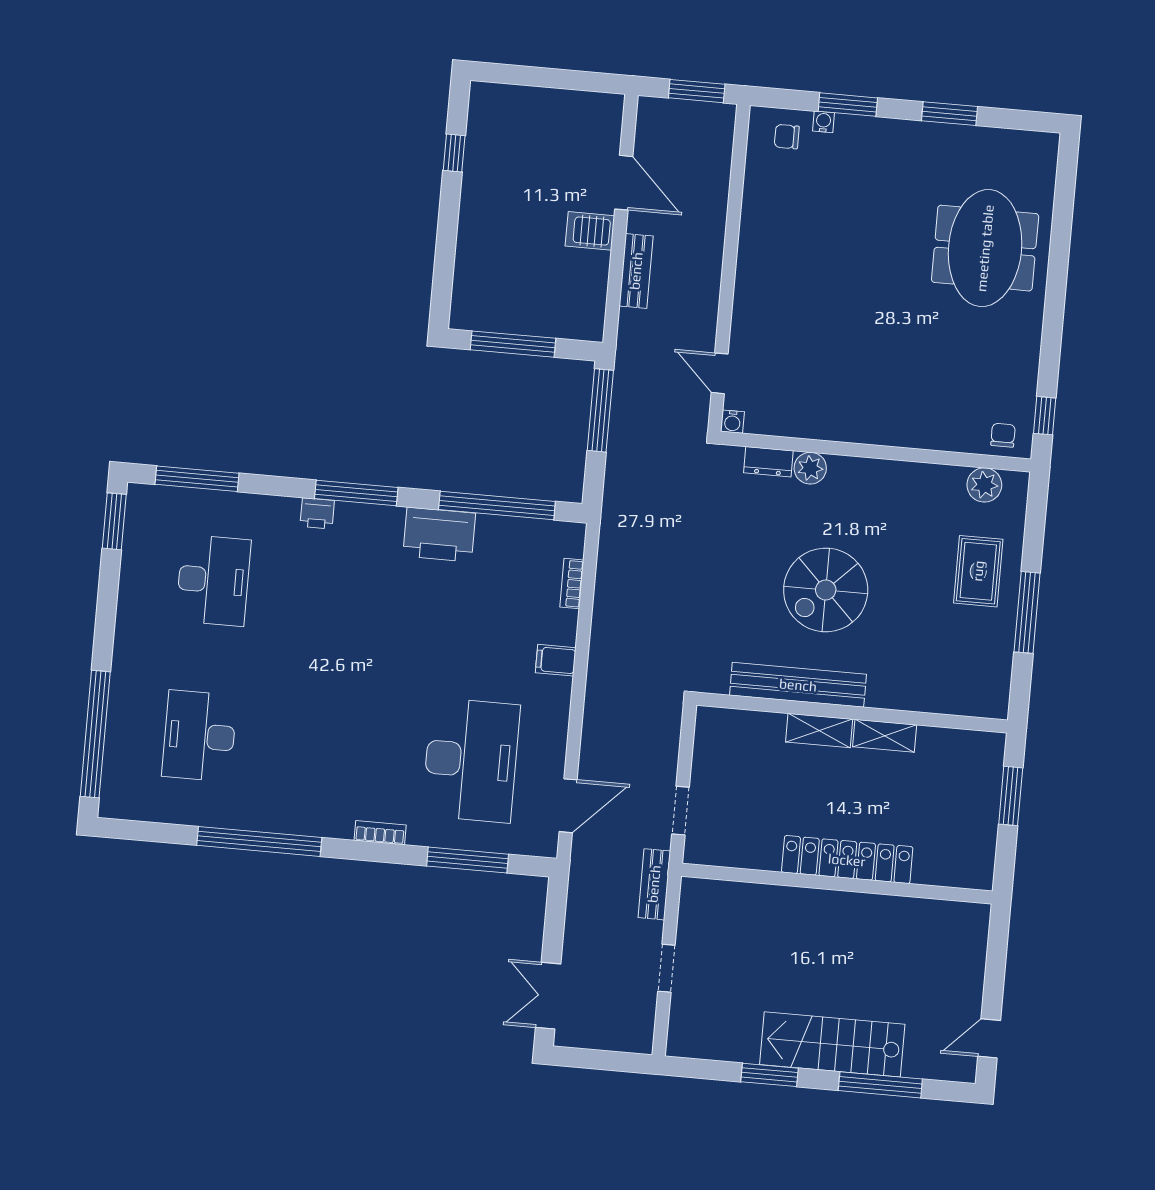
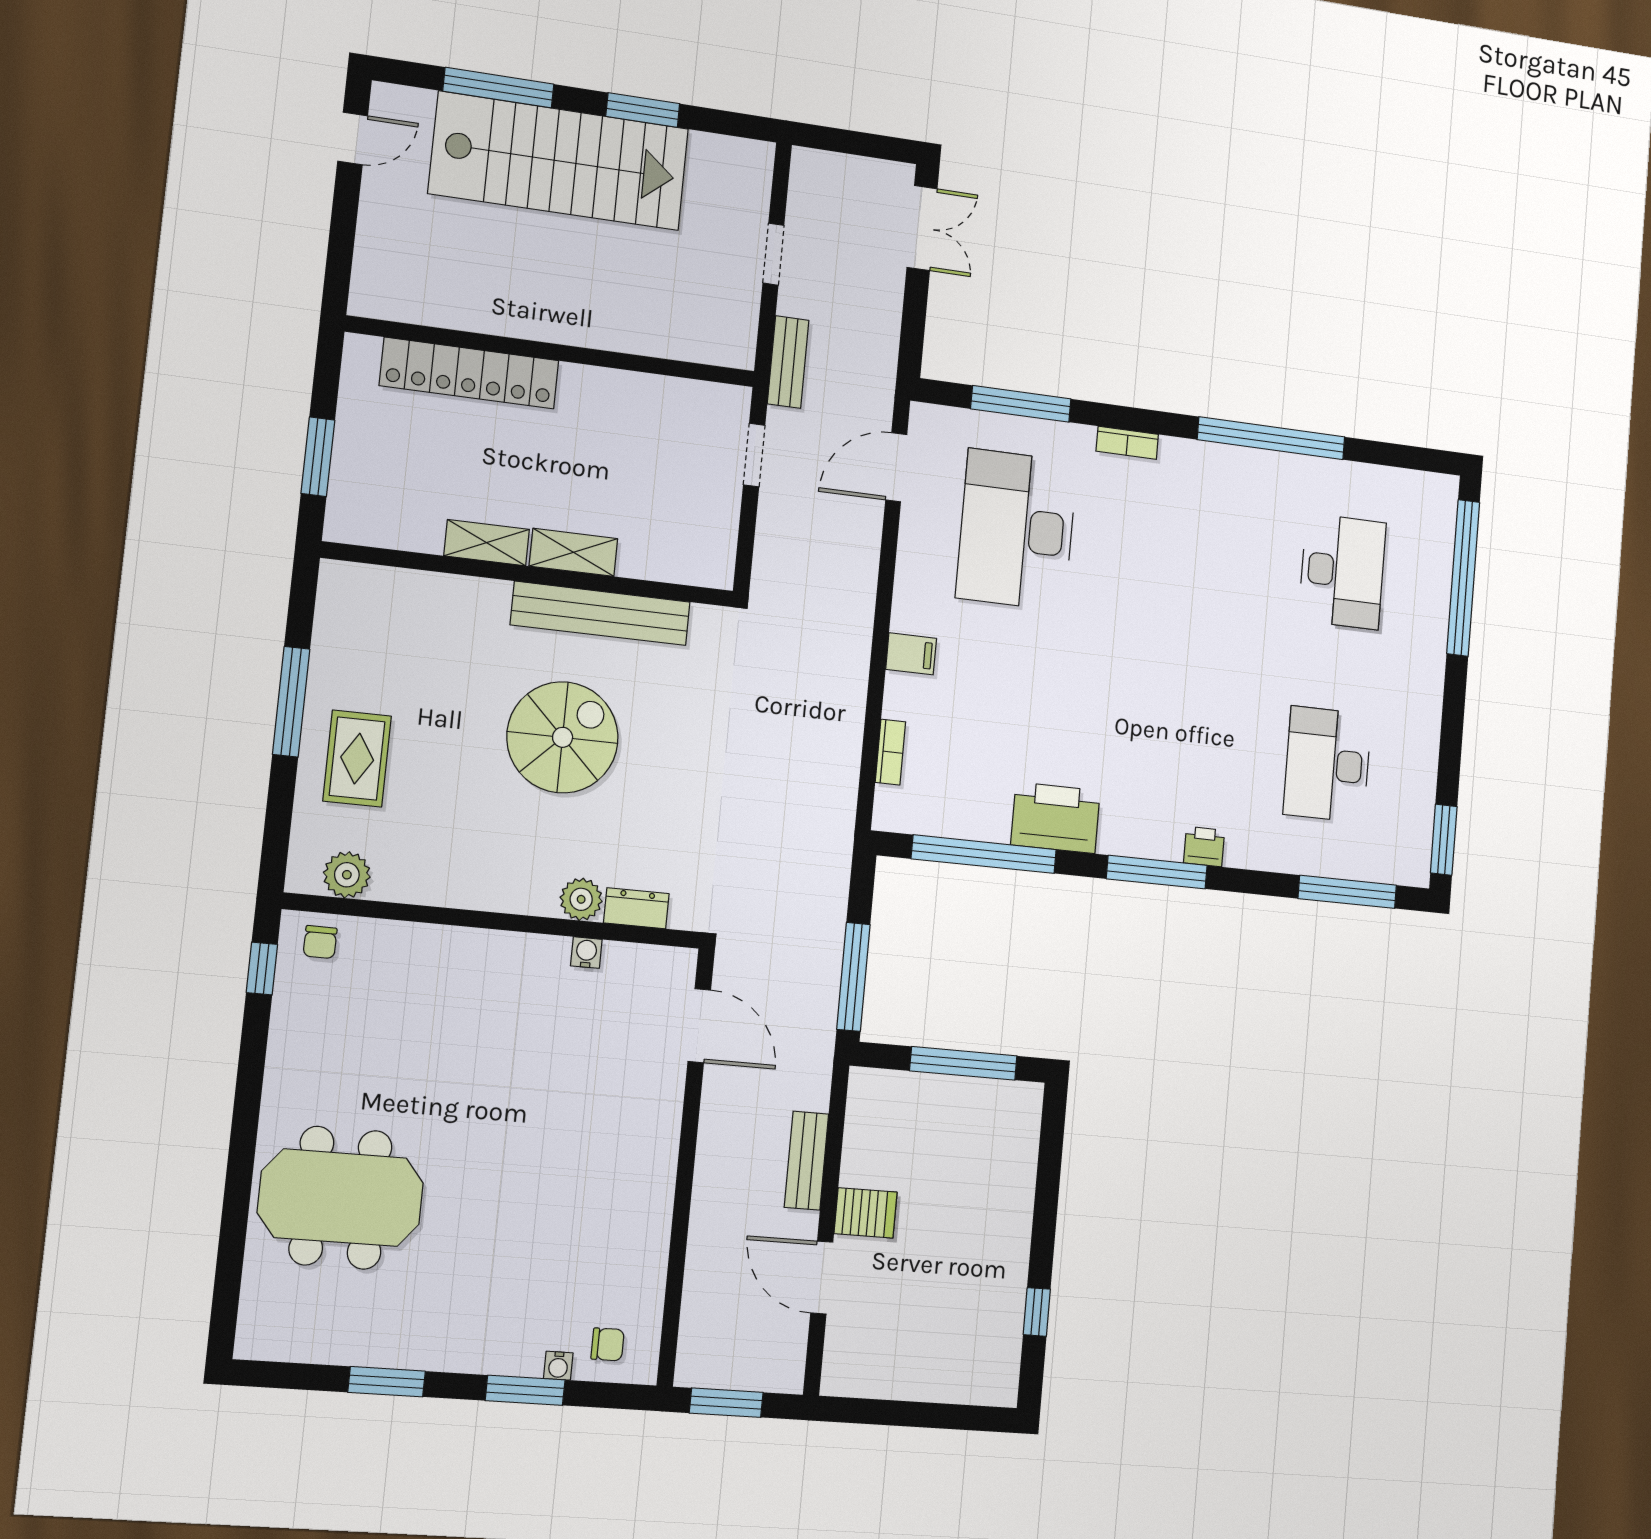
meeting table: (985, 248) -> (340, 1198), turned 90
door: (720, 373) -> (699, 1026), width x1.38
water cooler: (732, 422) -> (586, 953), moved
locker: (847, 860) -> (469, 373), moved
stairs: (832, 1044) -> (559, 161), width x1.36, depth x1.51

